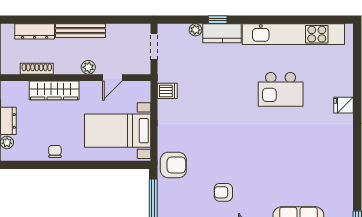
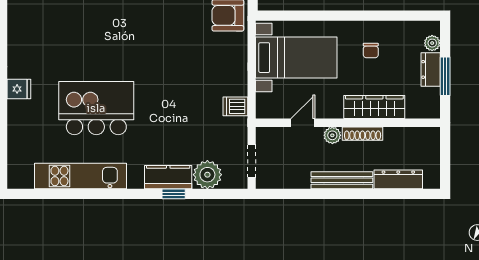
plant: (195, 30) -> (207, 175), width x1.88, depth x1.88
kitchen unit: (293, 34) -> (81, 176), width x0.73
shoe rack: (37, 69) -> (363, 134), moved
kitchen island: (281, 89) -> (96, 108), width x1.37, depth x1.28
chair: (55, 151) -> (371, 51), moved

